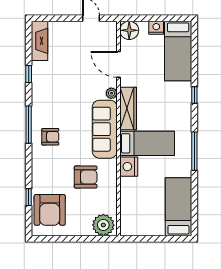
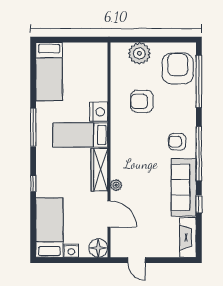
window: (29, 125) -> (199, 154), width x1.46
sofa: (105, 129) -> (184, 187), moved, turned 180
window: (29, 197) -> (199, 81), width x3.17
plant: (103, 225) -> (139, 53), moved

